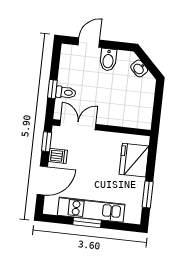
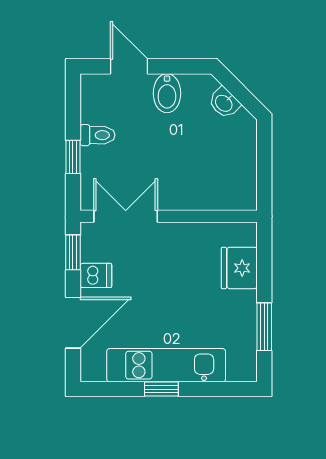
door: (89, 43) -> (129, 66), hinge flipped
toilet: (66, 92) -> (97, 135), moved
fridge: (134, 160) -> (239, 268), width x0.73, depth x0.75
window: (87, 223) -> (161, 389), width x0.67

